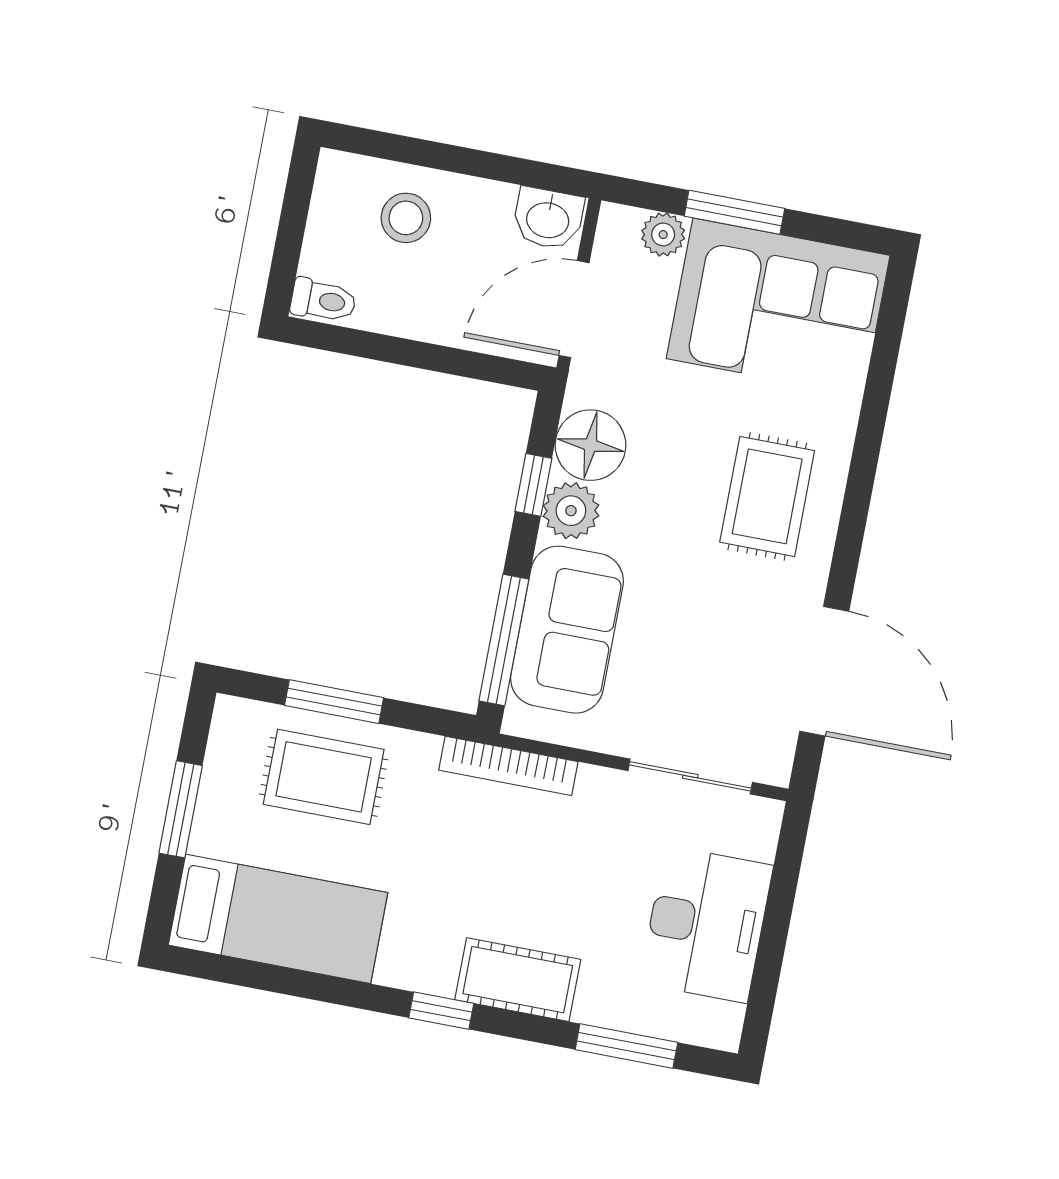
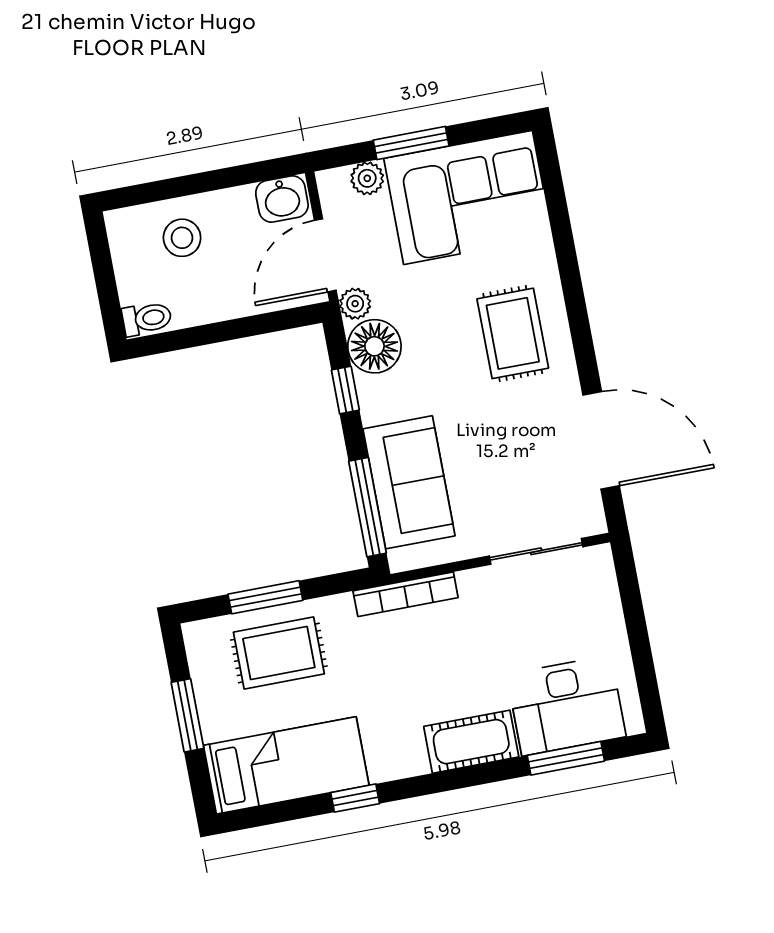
plant: (571, 511) -> (355, 304), moved, width x0.73, depth x0.73
desk: (706, 924) -> (566, 705), moved, turned 90
window: (441, 1011) -> (355, 798), moved

